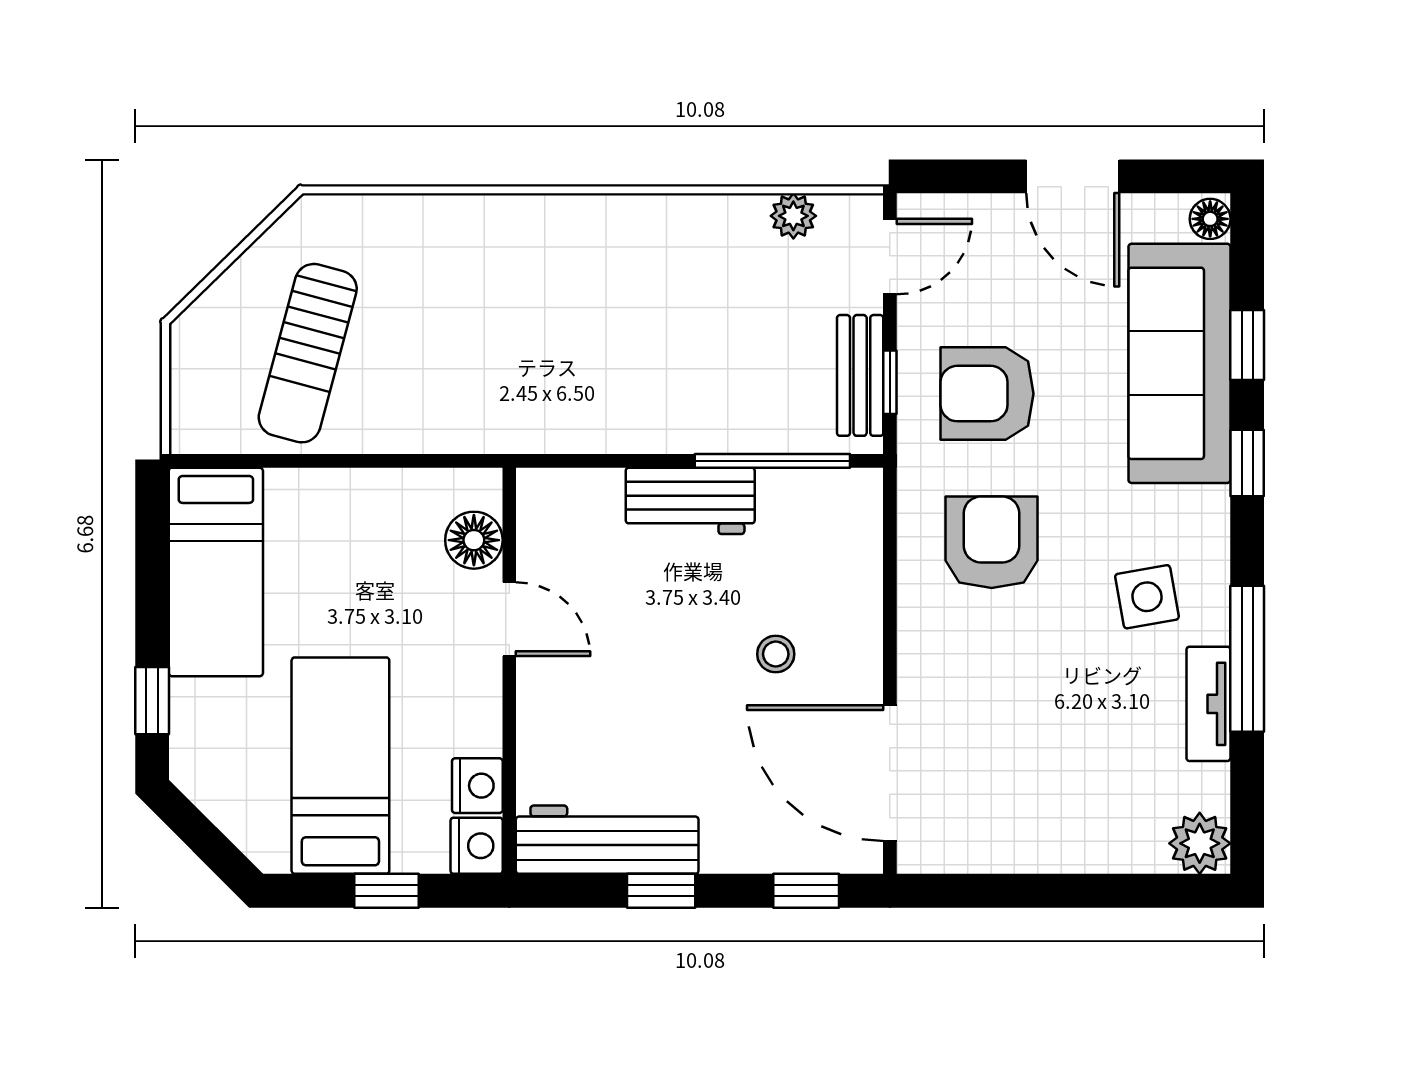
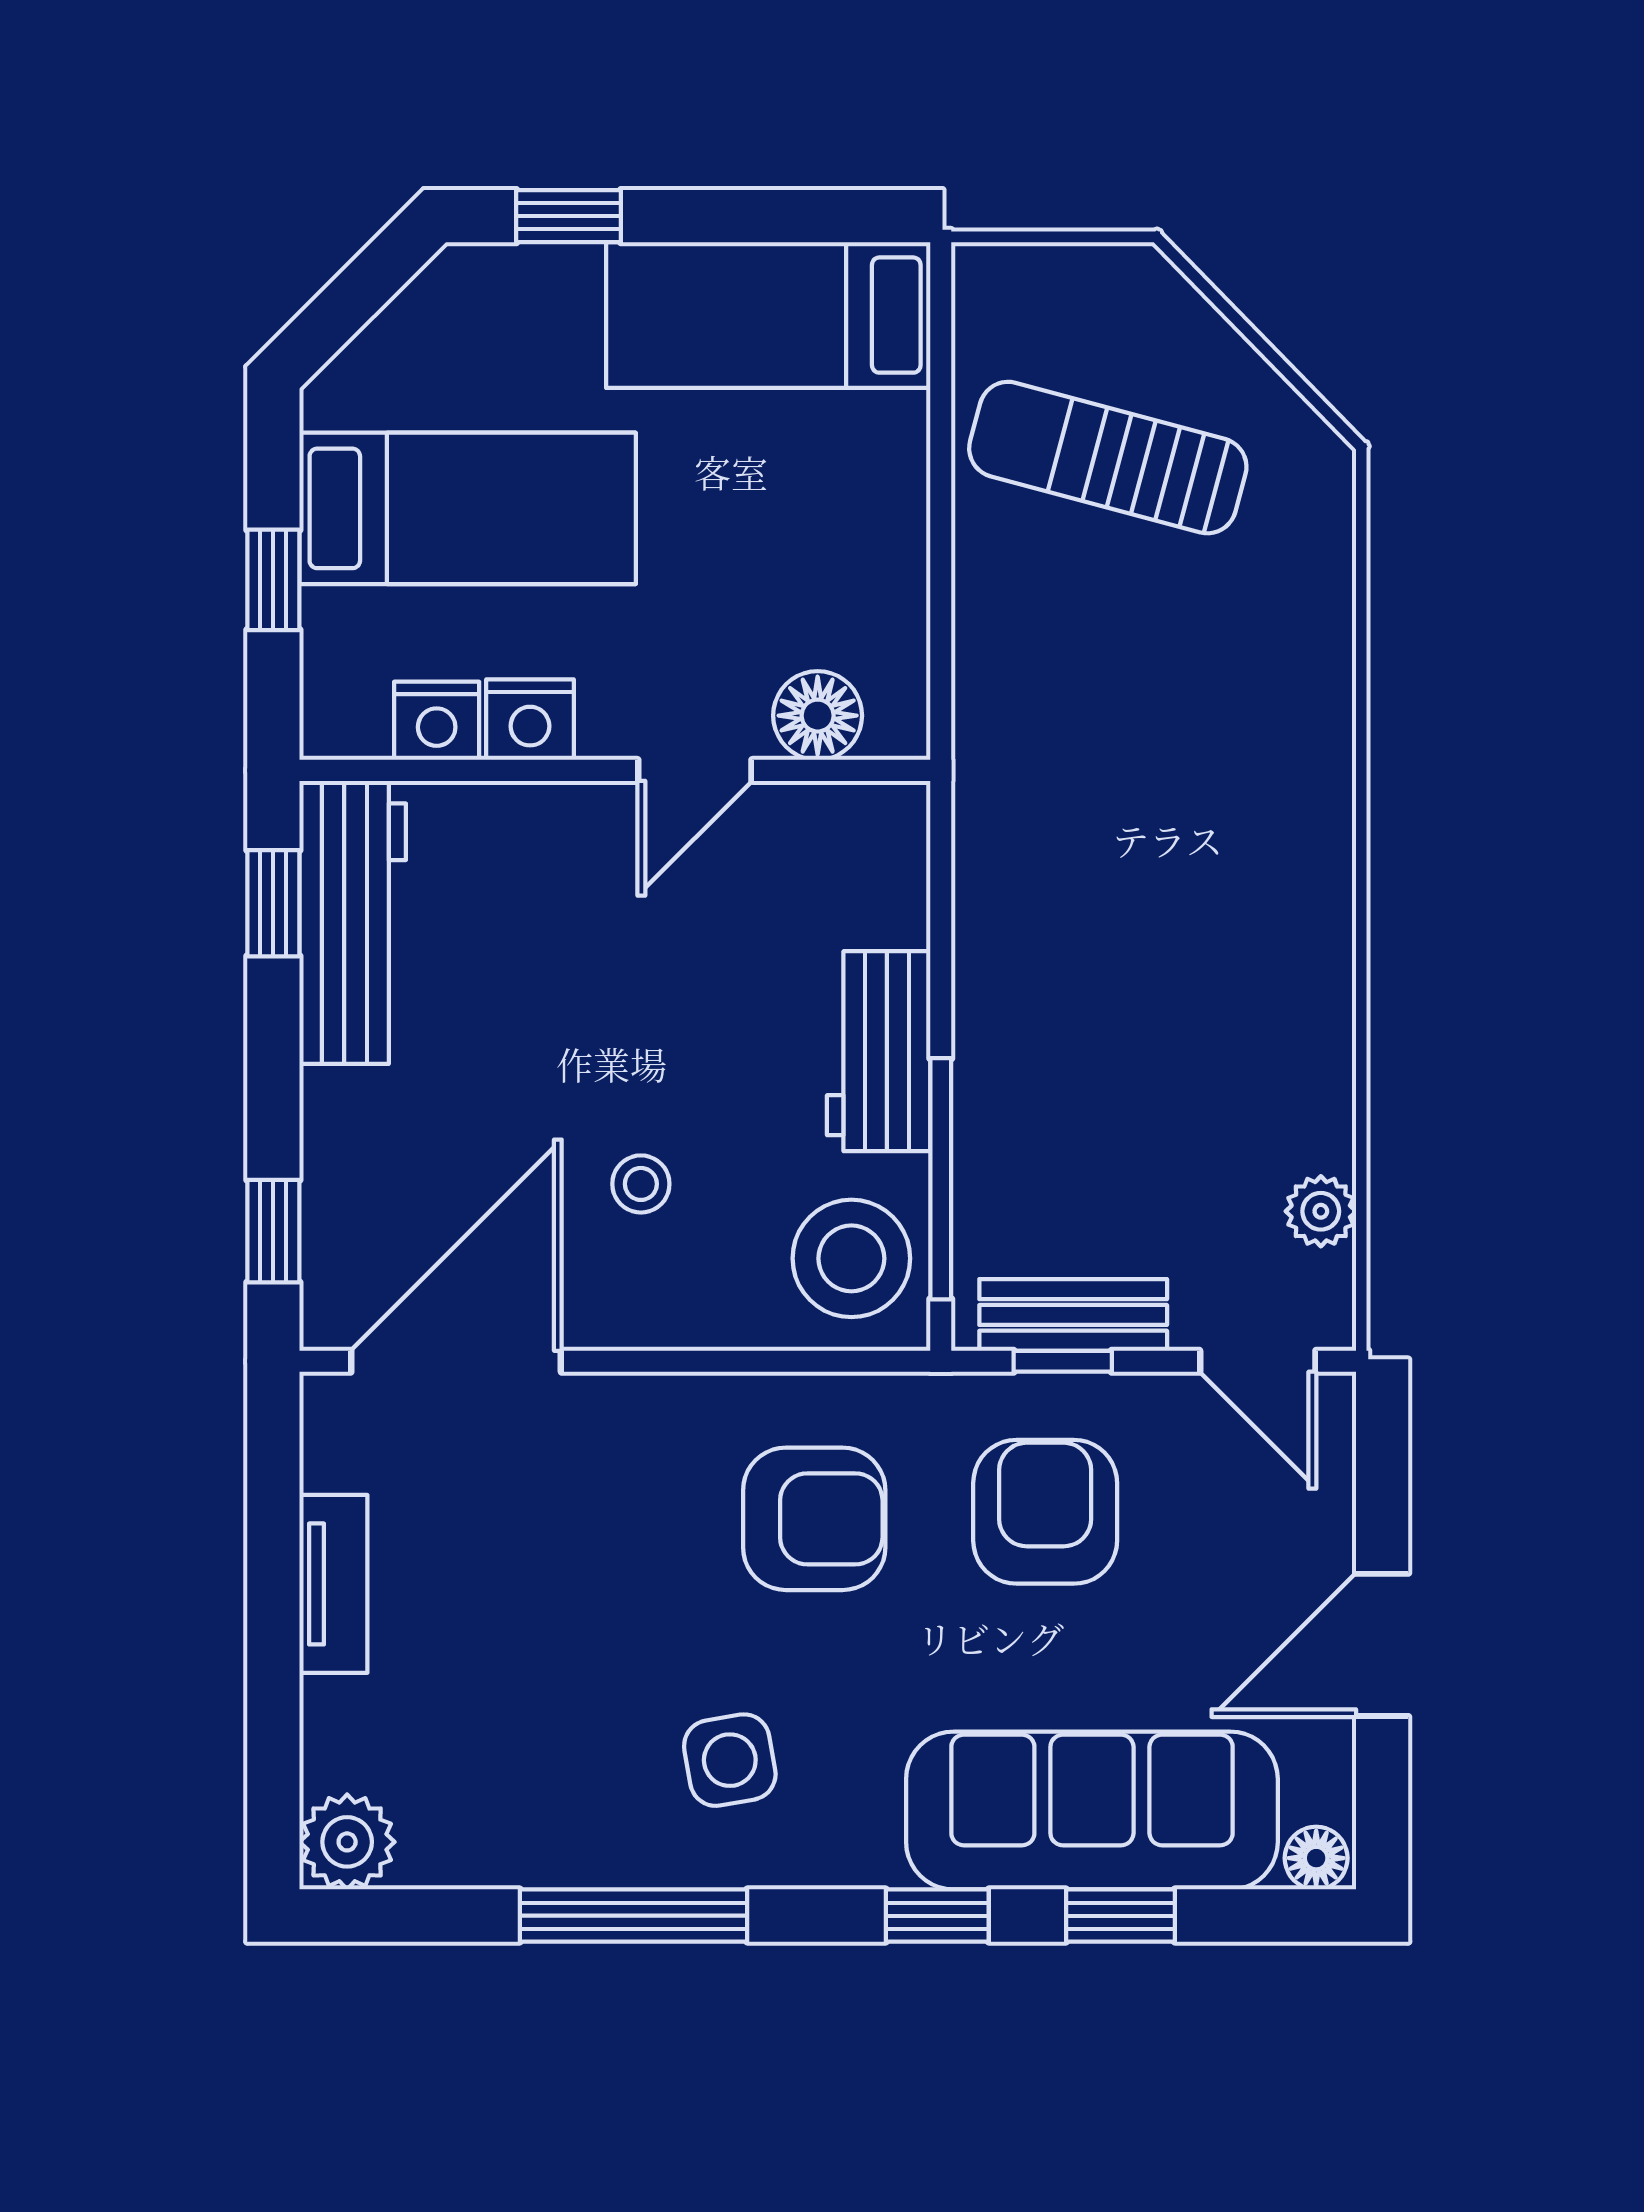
stool: (824, 518) -> (851, 1258), added
tv unit: (1208, 704) -> (333, 1584), moved, turned 90
nightstand: (477, 846) -> (530, 720), moved
window: (661, 891) -> (273, 903), moved

